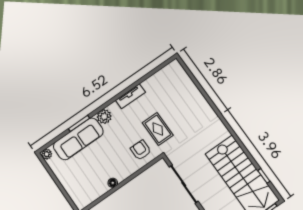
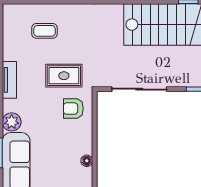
coffee table: (178, 96) -> (44, 31), added

